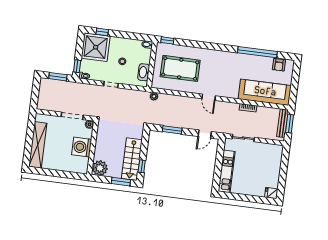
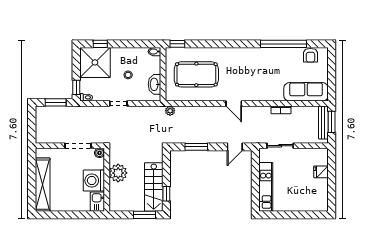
sofa: (265, 92) -> (306, 92), width x0.74, depth x0.79
kitchen sink: (82, 165) -> (97, 202), added
plant: (100, 168) -> (118, 173), moved
fridge: (271, 193) -> (321, 172), moved

